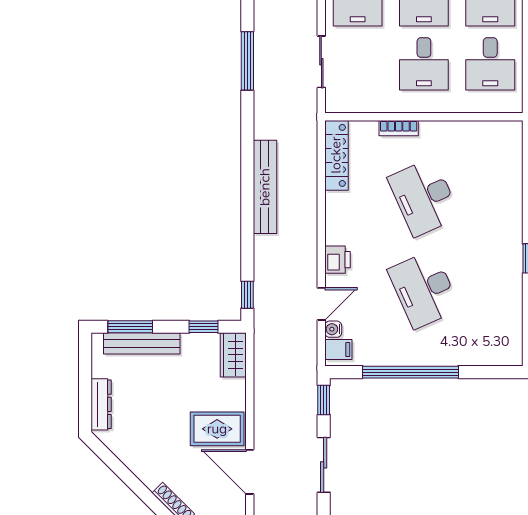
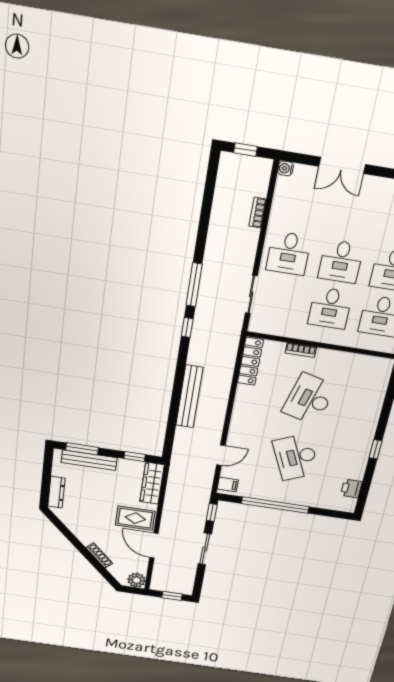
bench: (265, 187) -> (189, 397), moved
desk: (424, 197) -> (309, 399), turned 39
printer: (338, 260) -> (351, 489), moved, turned 180
window: (247, 295) -> (187, 327), moved
water cooler: (333, 329) -> (226, 472), removed
wardrobe: (233, 355) -> (152, 483), width x1.50

